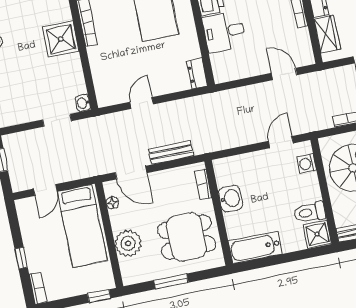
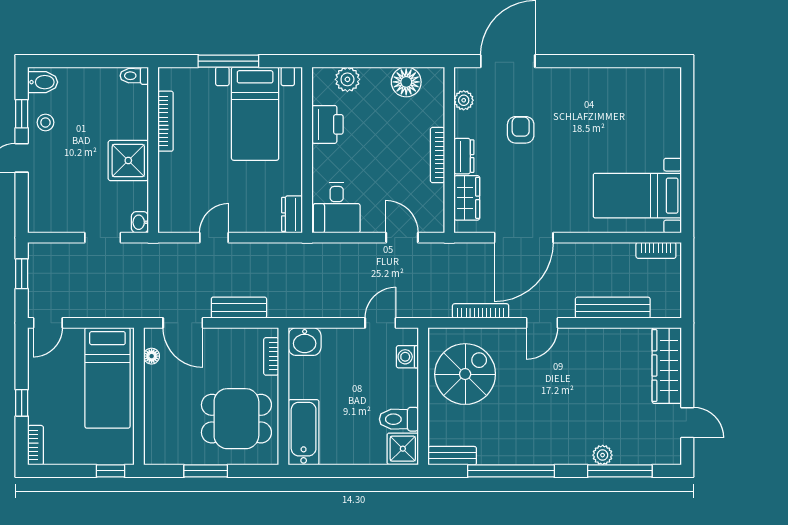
desk: (224, 32) -> (337, 208), moved, turned -90
shower: (61, 39) -> (128, 160), moved
door: (45, 190) -> (48, 323), moved
washbasin: (230, 199) -> (305, 342), moved, turned 90
plant: (128, 243) -> (161, 412), removed
bathtub: (255, 247) -> (304, 432), moved, turned 90

